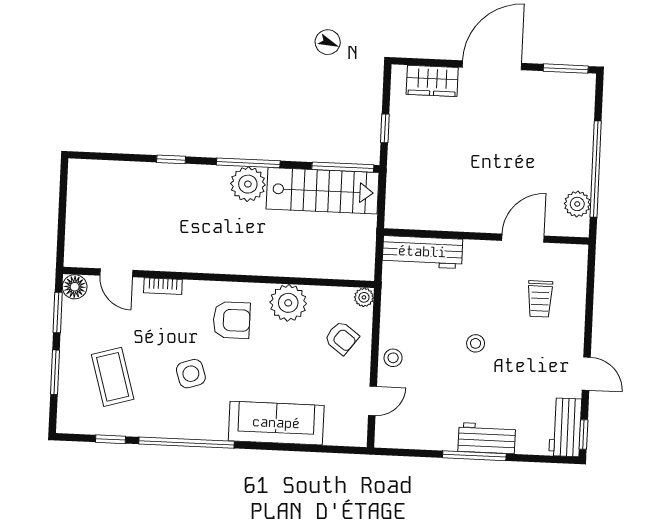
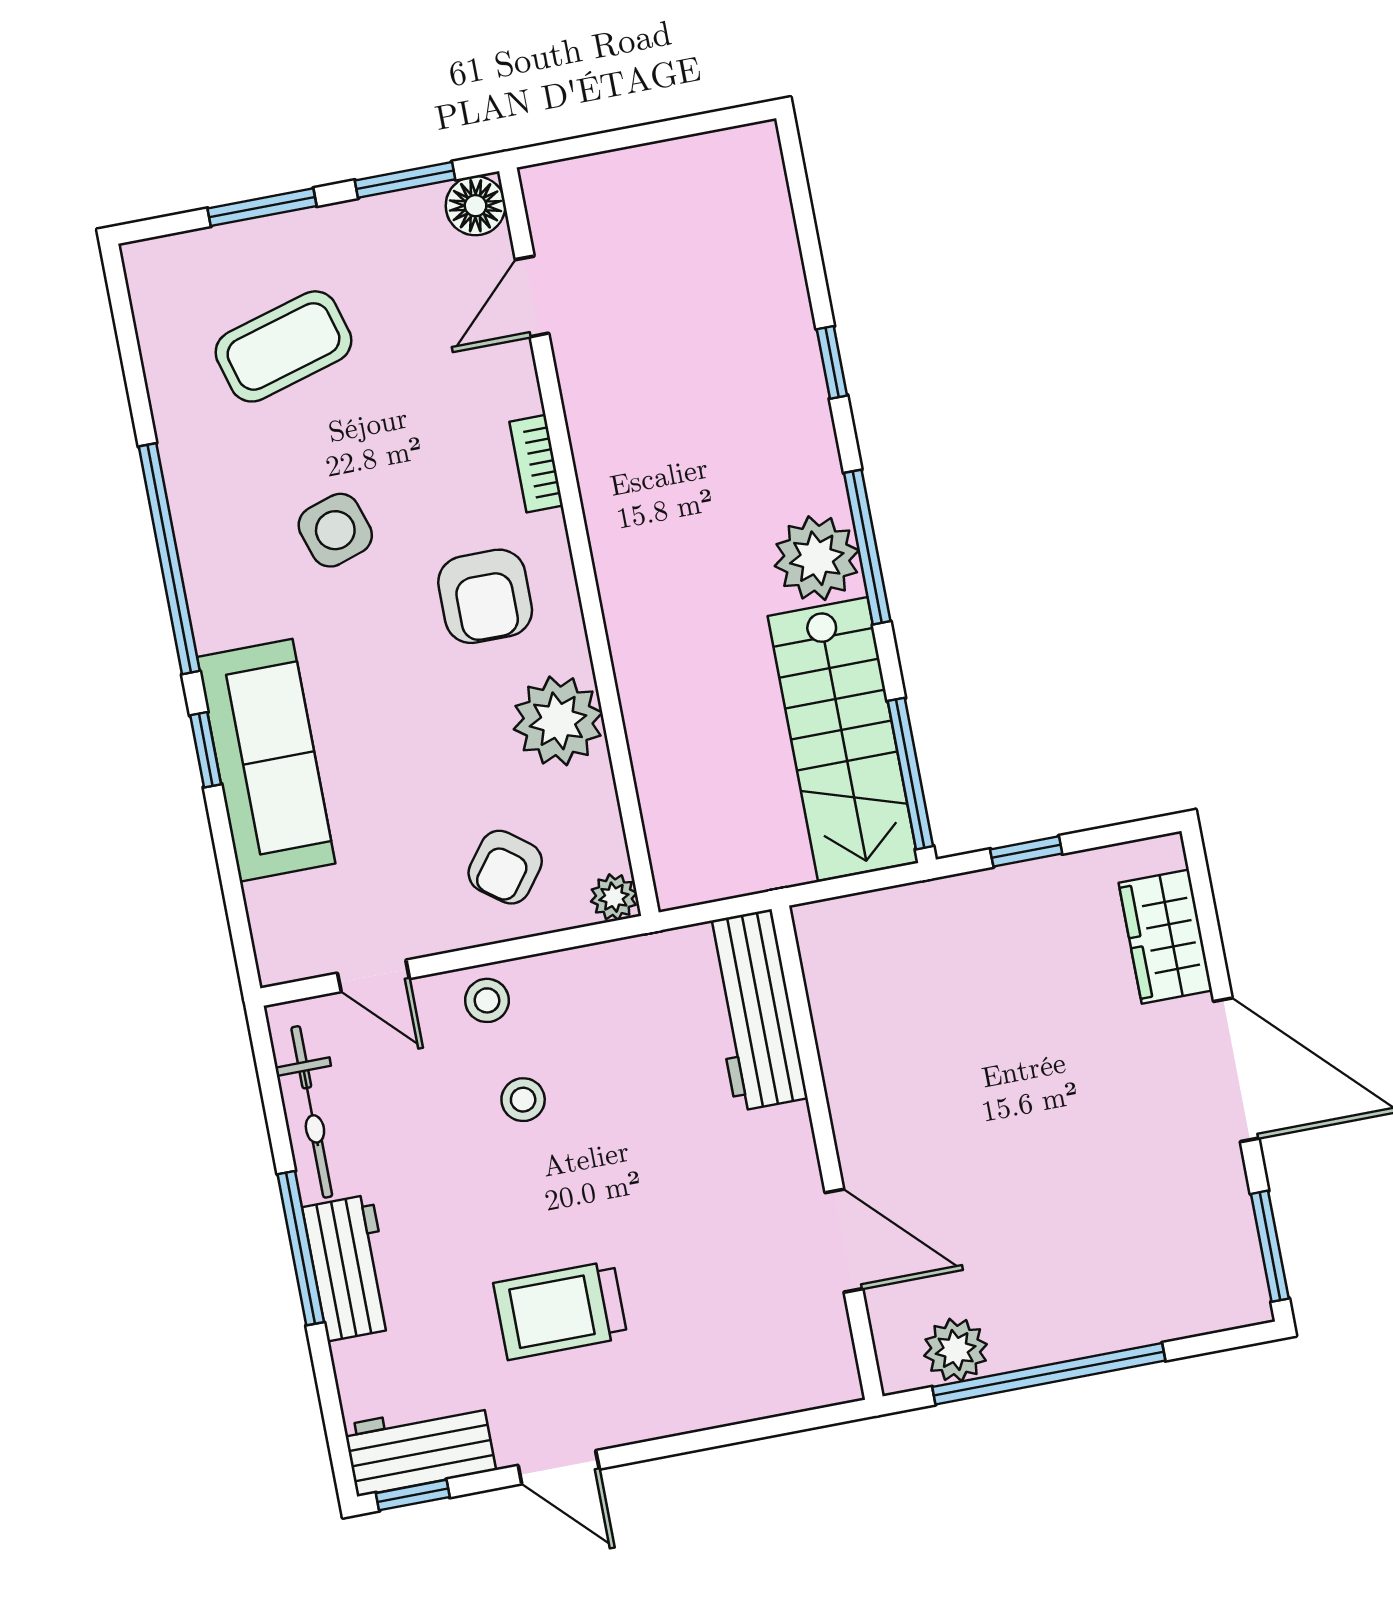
bookcase: (163, 286) -> (536, 464), moved
trolley: (540, 299) -> (560, 1310), moved, width x1.36, depth x1.39
stool: (476, 343) -> (523, 1100), moved
door: (586, 374) -> (559, 1467), hinge flipped
bicycle: (421, 438) -> (312, 1112), added
window: (111, 439) -> (206, 750), moved

